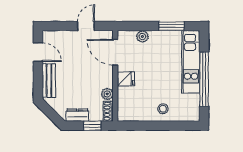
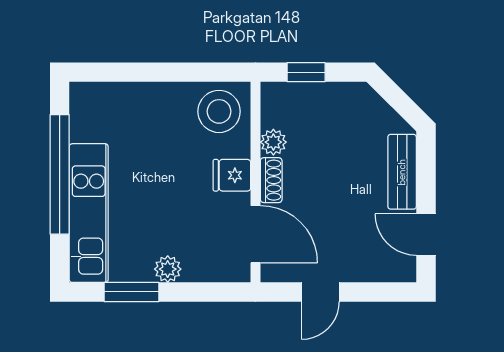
plant: (142, 36) -> (168, 269), moved
stool: (163, 109) -> (219, 111), moved, width x1.89, depth x1.89
shoe rack: (108, 111) -> (271, 180), moved
dresser: (77, 115) -> (339, 96), removed

